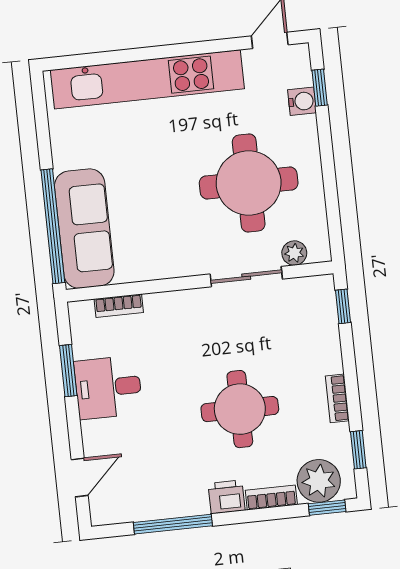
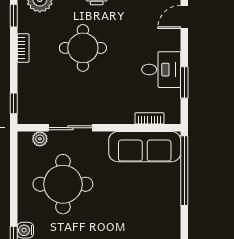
sofa: (84, 229) -> (145, 147), moved, turned -90

